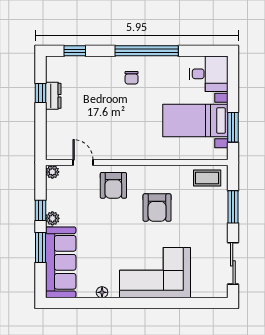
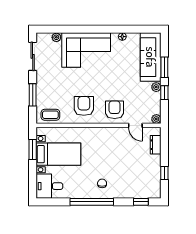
dresser: (53, 96) -> (156, 145), moved
armchair: (157, 208) -> (84, 106), moved
plant: (198, 291) -> (56, 37), added

